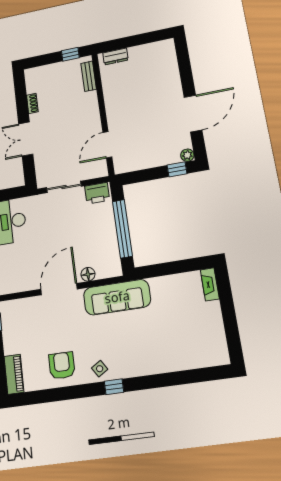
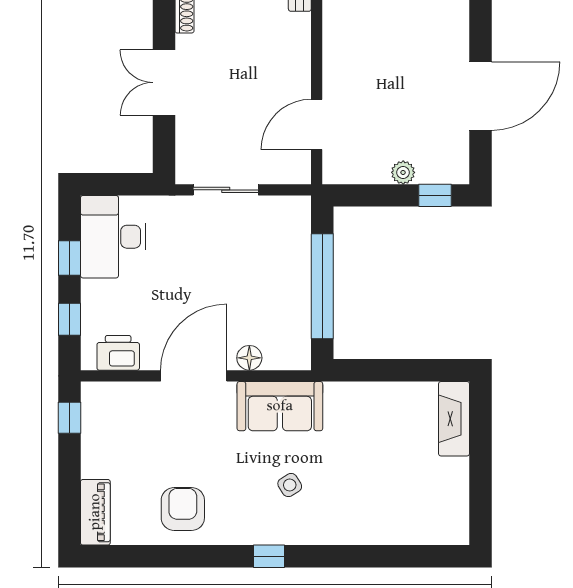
plant: (187, 155) -> (403, 172), moved
printer: (97, 193) -> (118, 353), moved, turned 180
fireplace: (210, 284) -> (454, 419), width x1.37, depth x1.32
sofa: (117, 297) -> (280, 406), width x0.73
side table: (100, 369) -> (290, 485), moved

